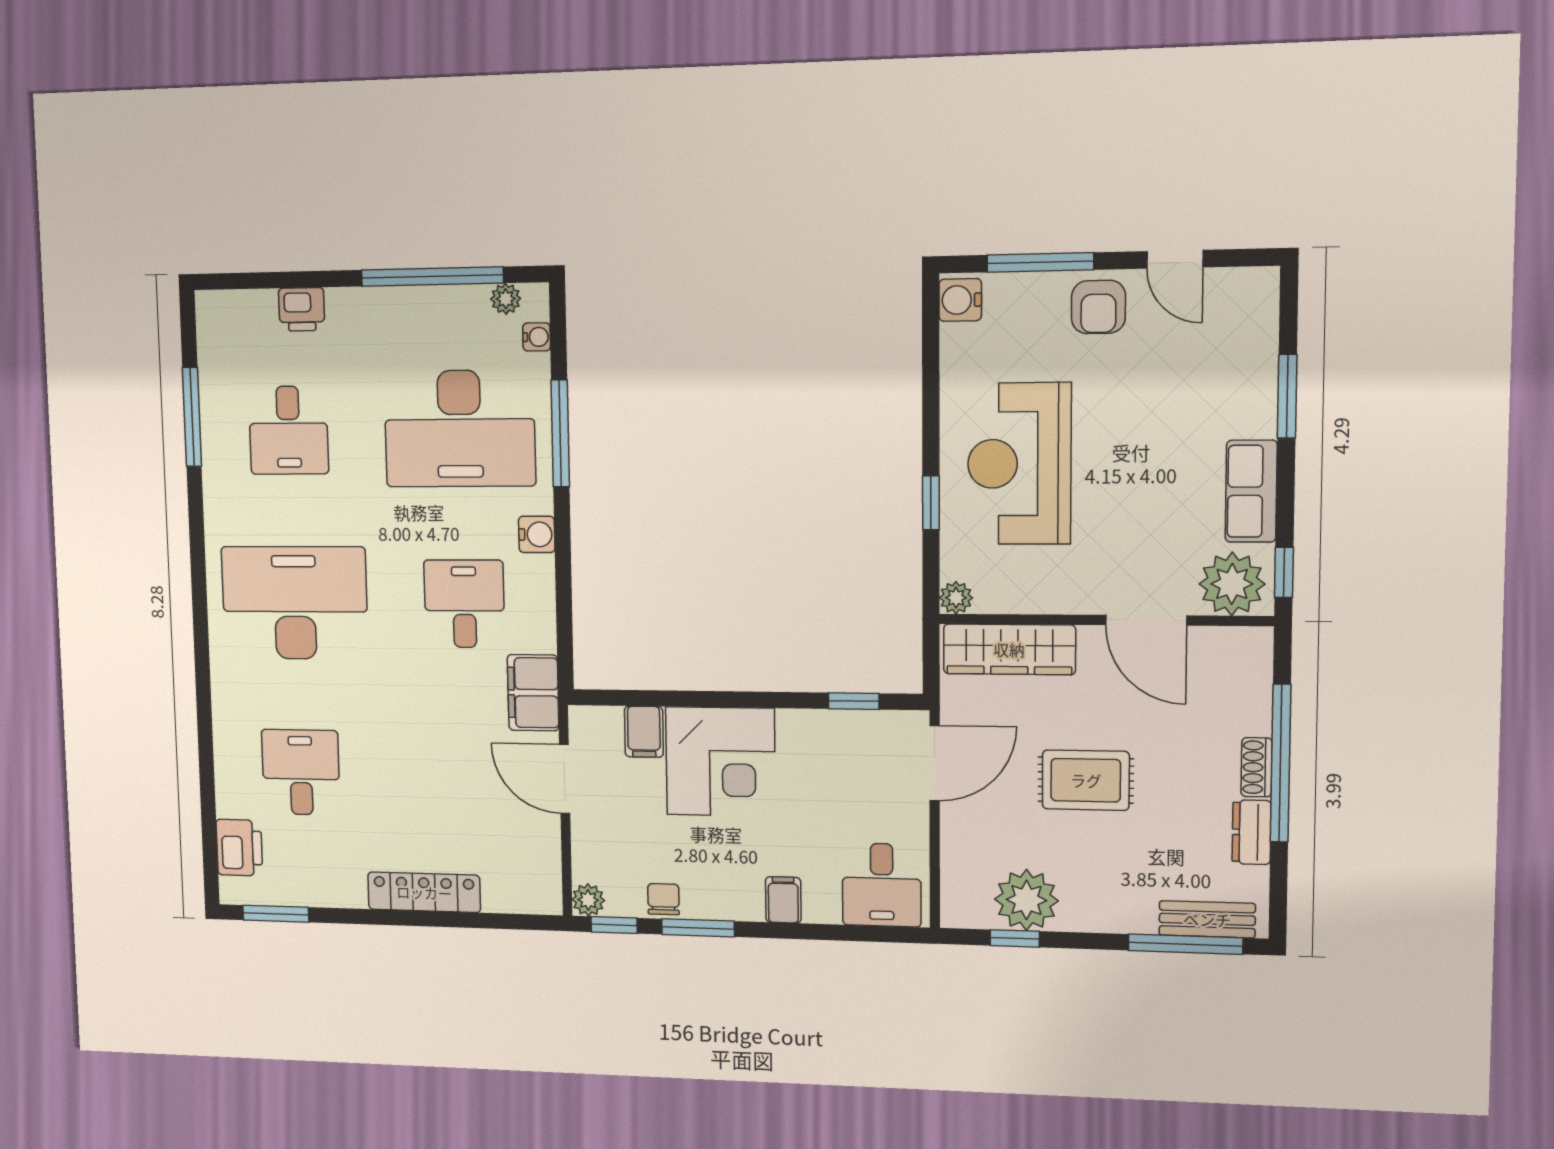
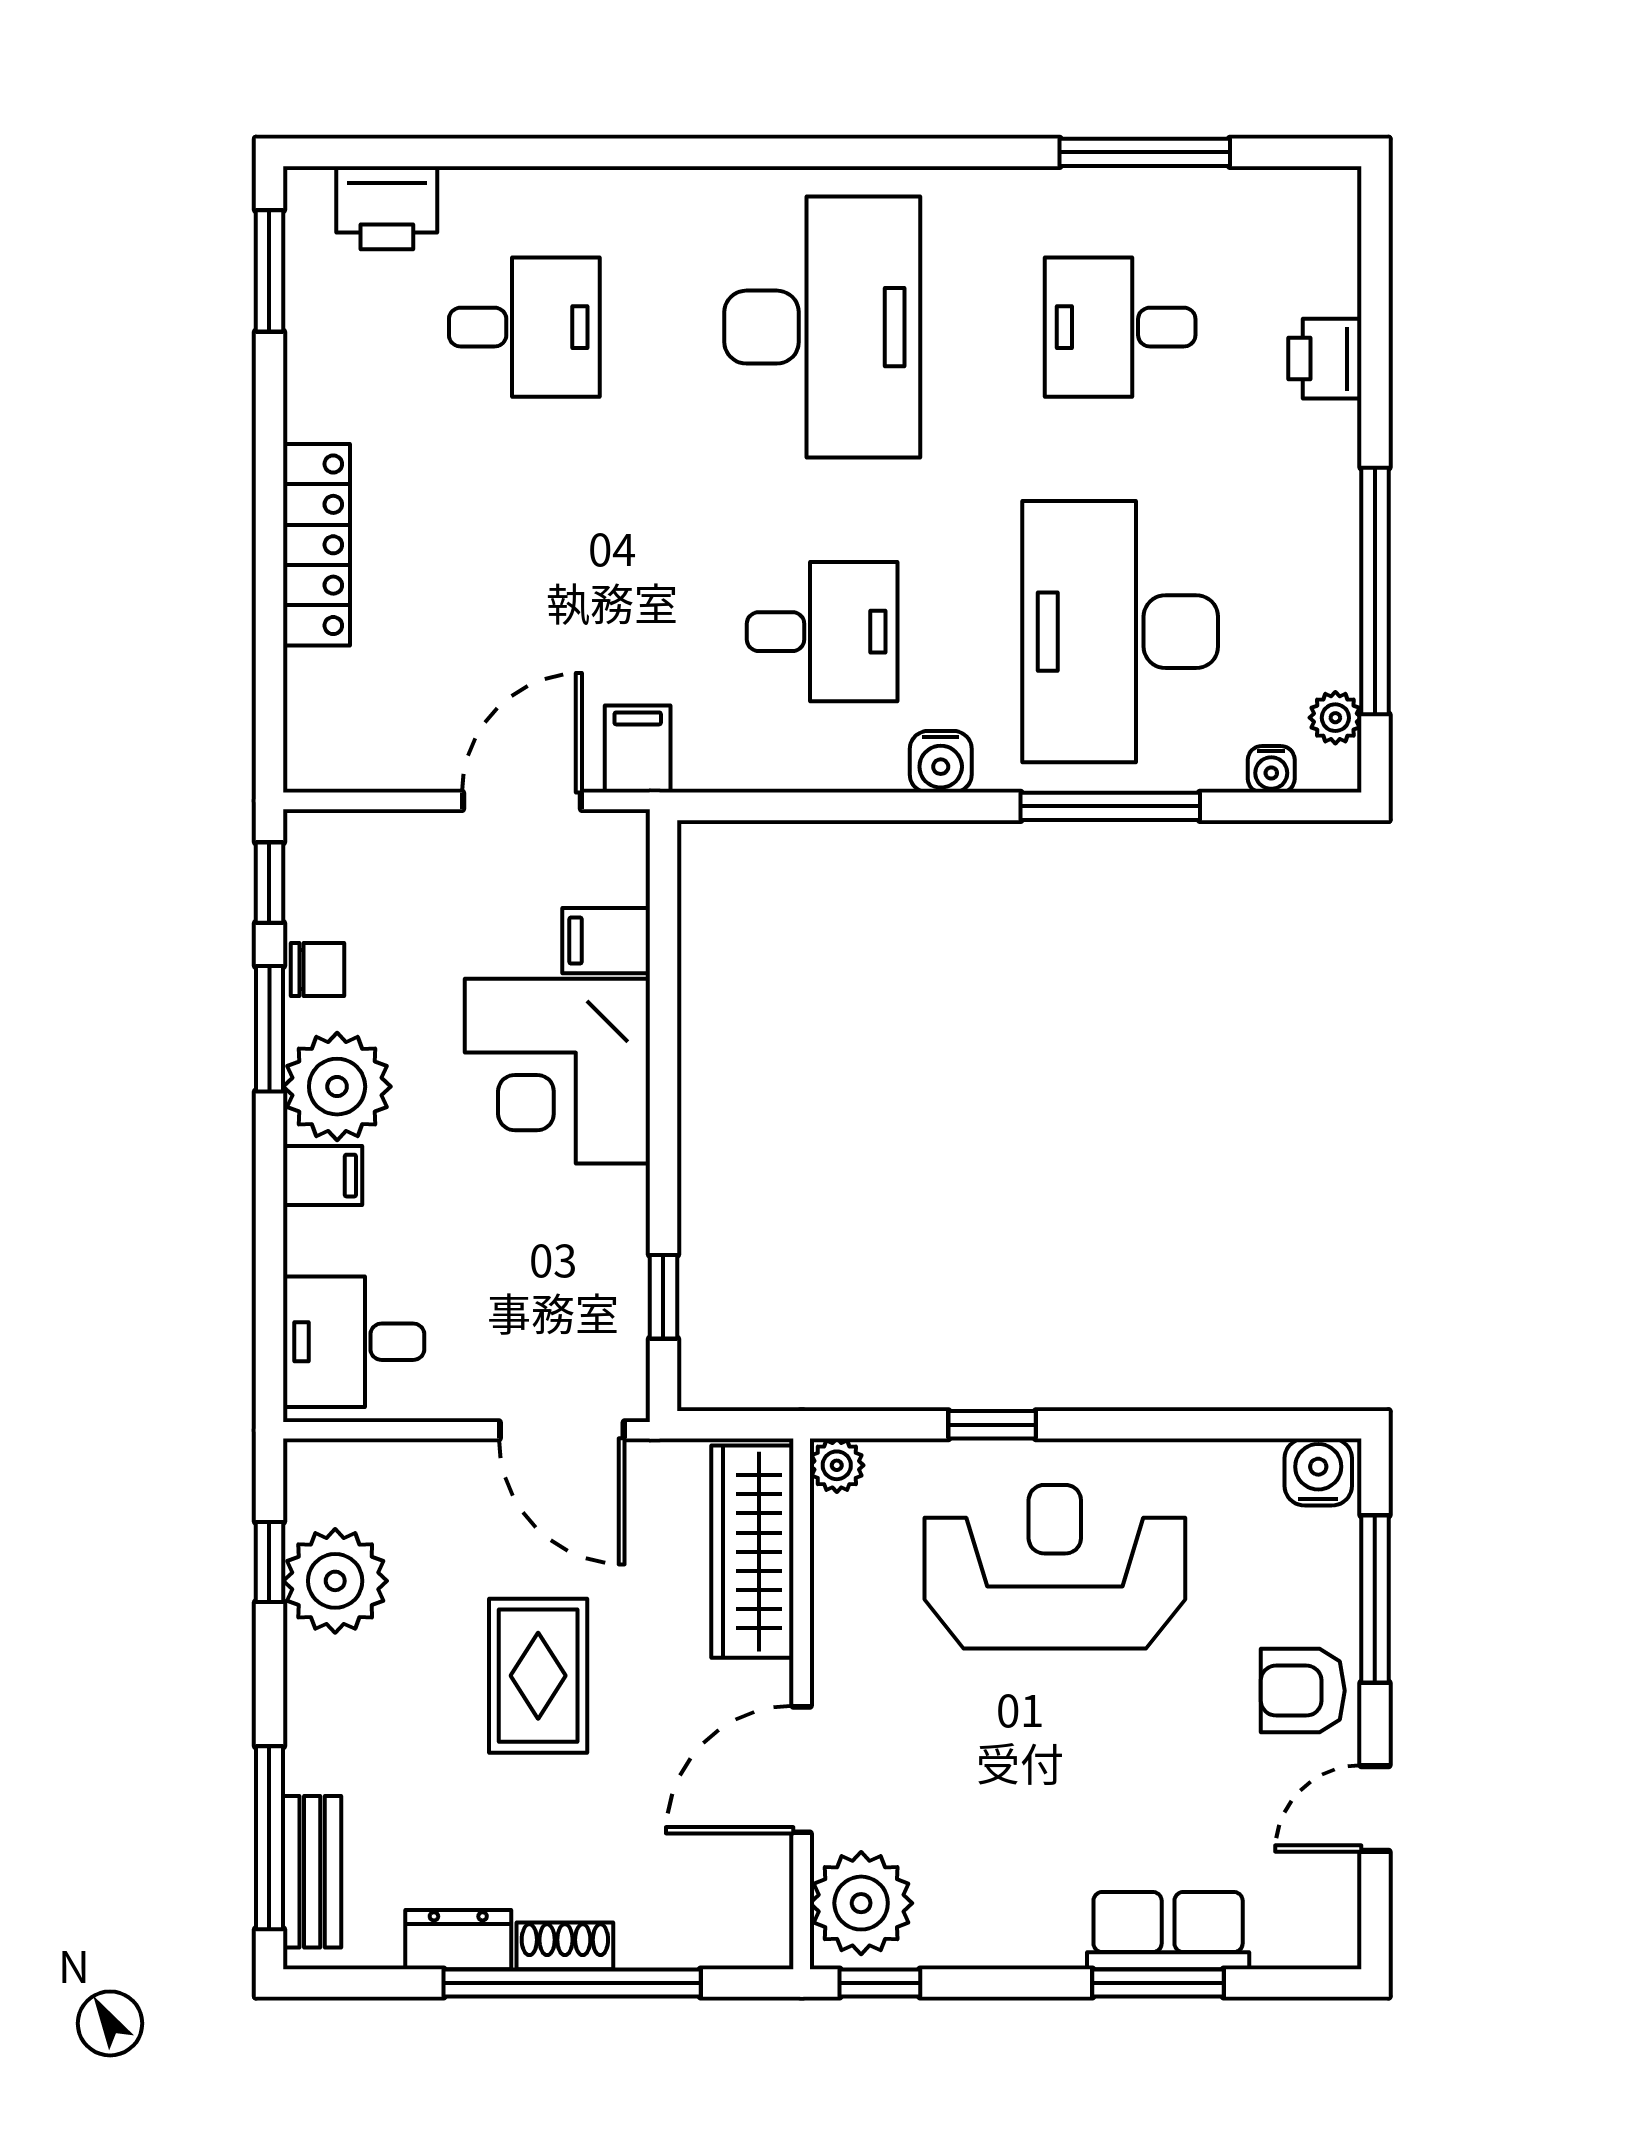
row of seats: (1251, 491) -> (1168, 1931), moved
filing cabinet: (533, 693) -> (638, 749), width x0.50
plant: (588, 900) -> (337, 1087), moved, width x1.88, depth x1.88

